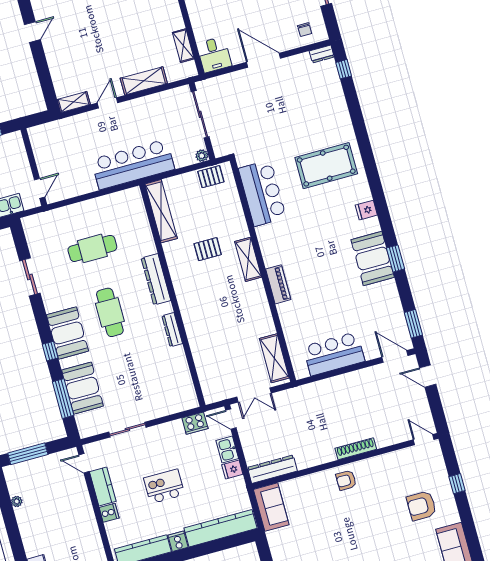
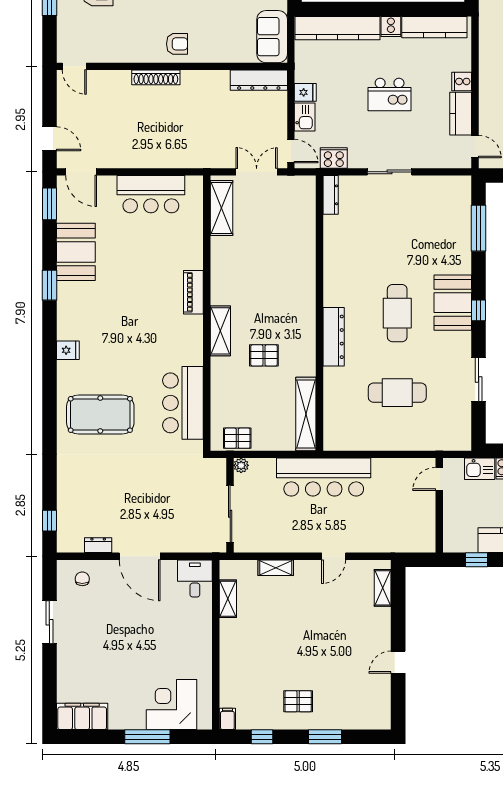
dresser: (322, 54) -> (98, 545), moved
shelving: (144, 81) -> (276, 568), width x0.67, depth x0.75
shelving: (74, 102) -> (383, 588), moved, turned 90
booth: (373, 258) -> (76, 252), moved
dresser: (172, 330) -> (331, 195), moved
window: (50, 351) -> (479, 310), moved
booth: (82, 388) -> (453, 234), removed
sliding door: (127, 430) -> (389, 172), moved

